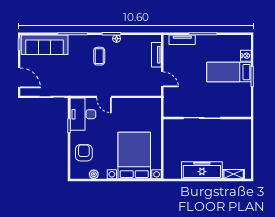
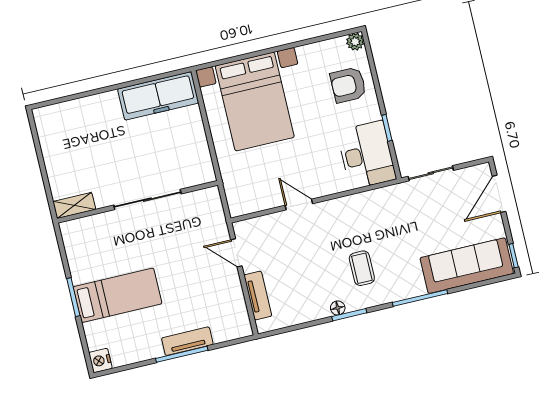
tv unit: (182, 40) -> (187, 341), moved
nightstand: (246, 56) -> (100, 360), moved
door: (19, 78) -> (499, 194), hinge flipped
door: (104, 97) -> (299, 204), moved
armchair: (84, 153) -> (348, 85), turned 90
freezer: (202, 170) -> (158, 96), moved
plant: (94, 174) -> (355, 42), moved
shelving: (234, 174) -> (74, 205), moved

